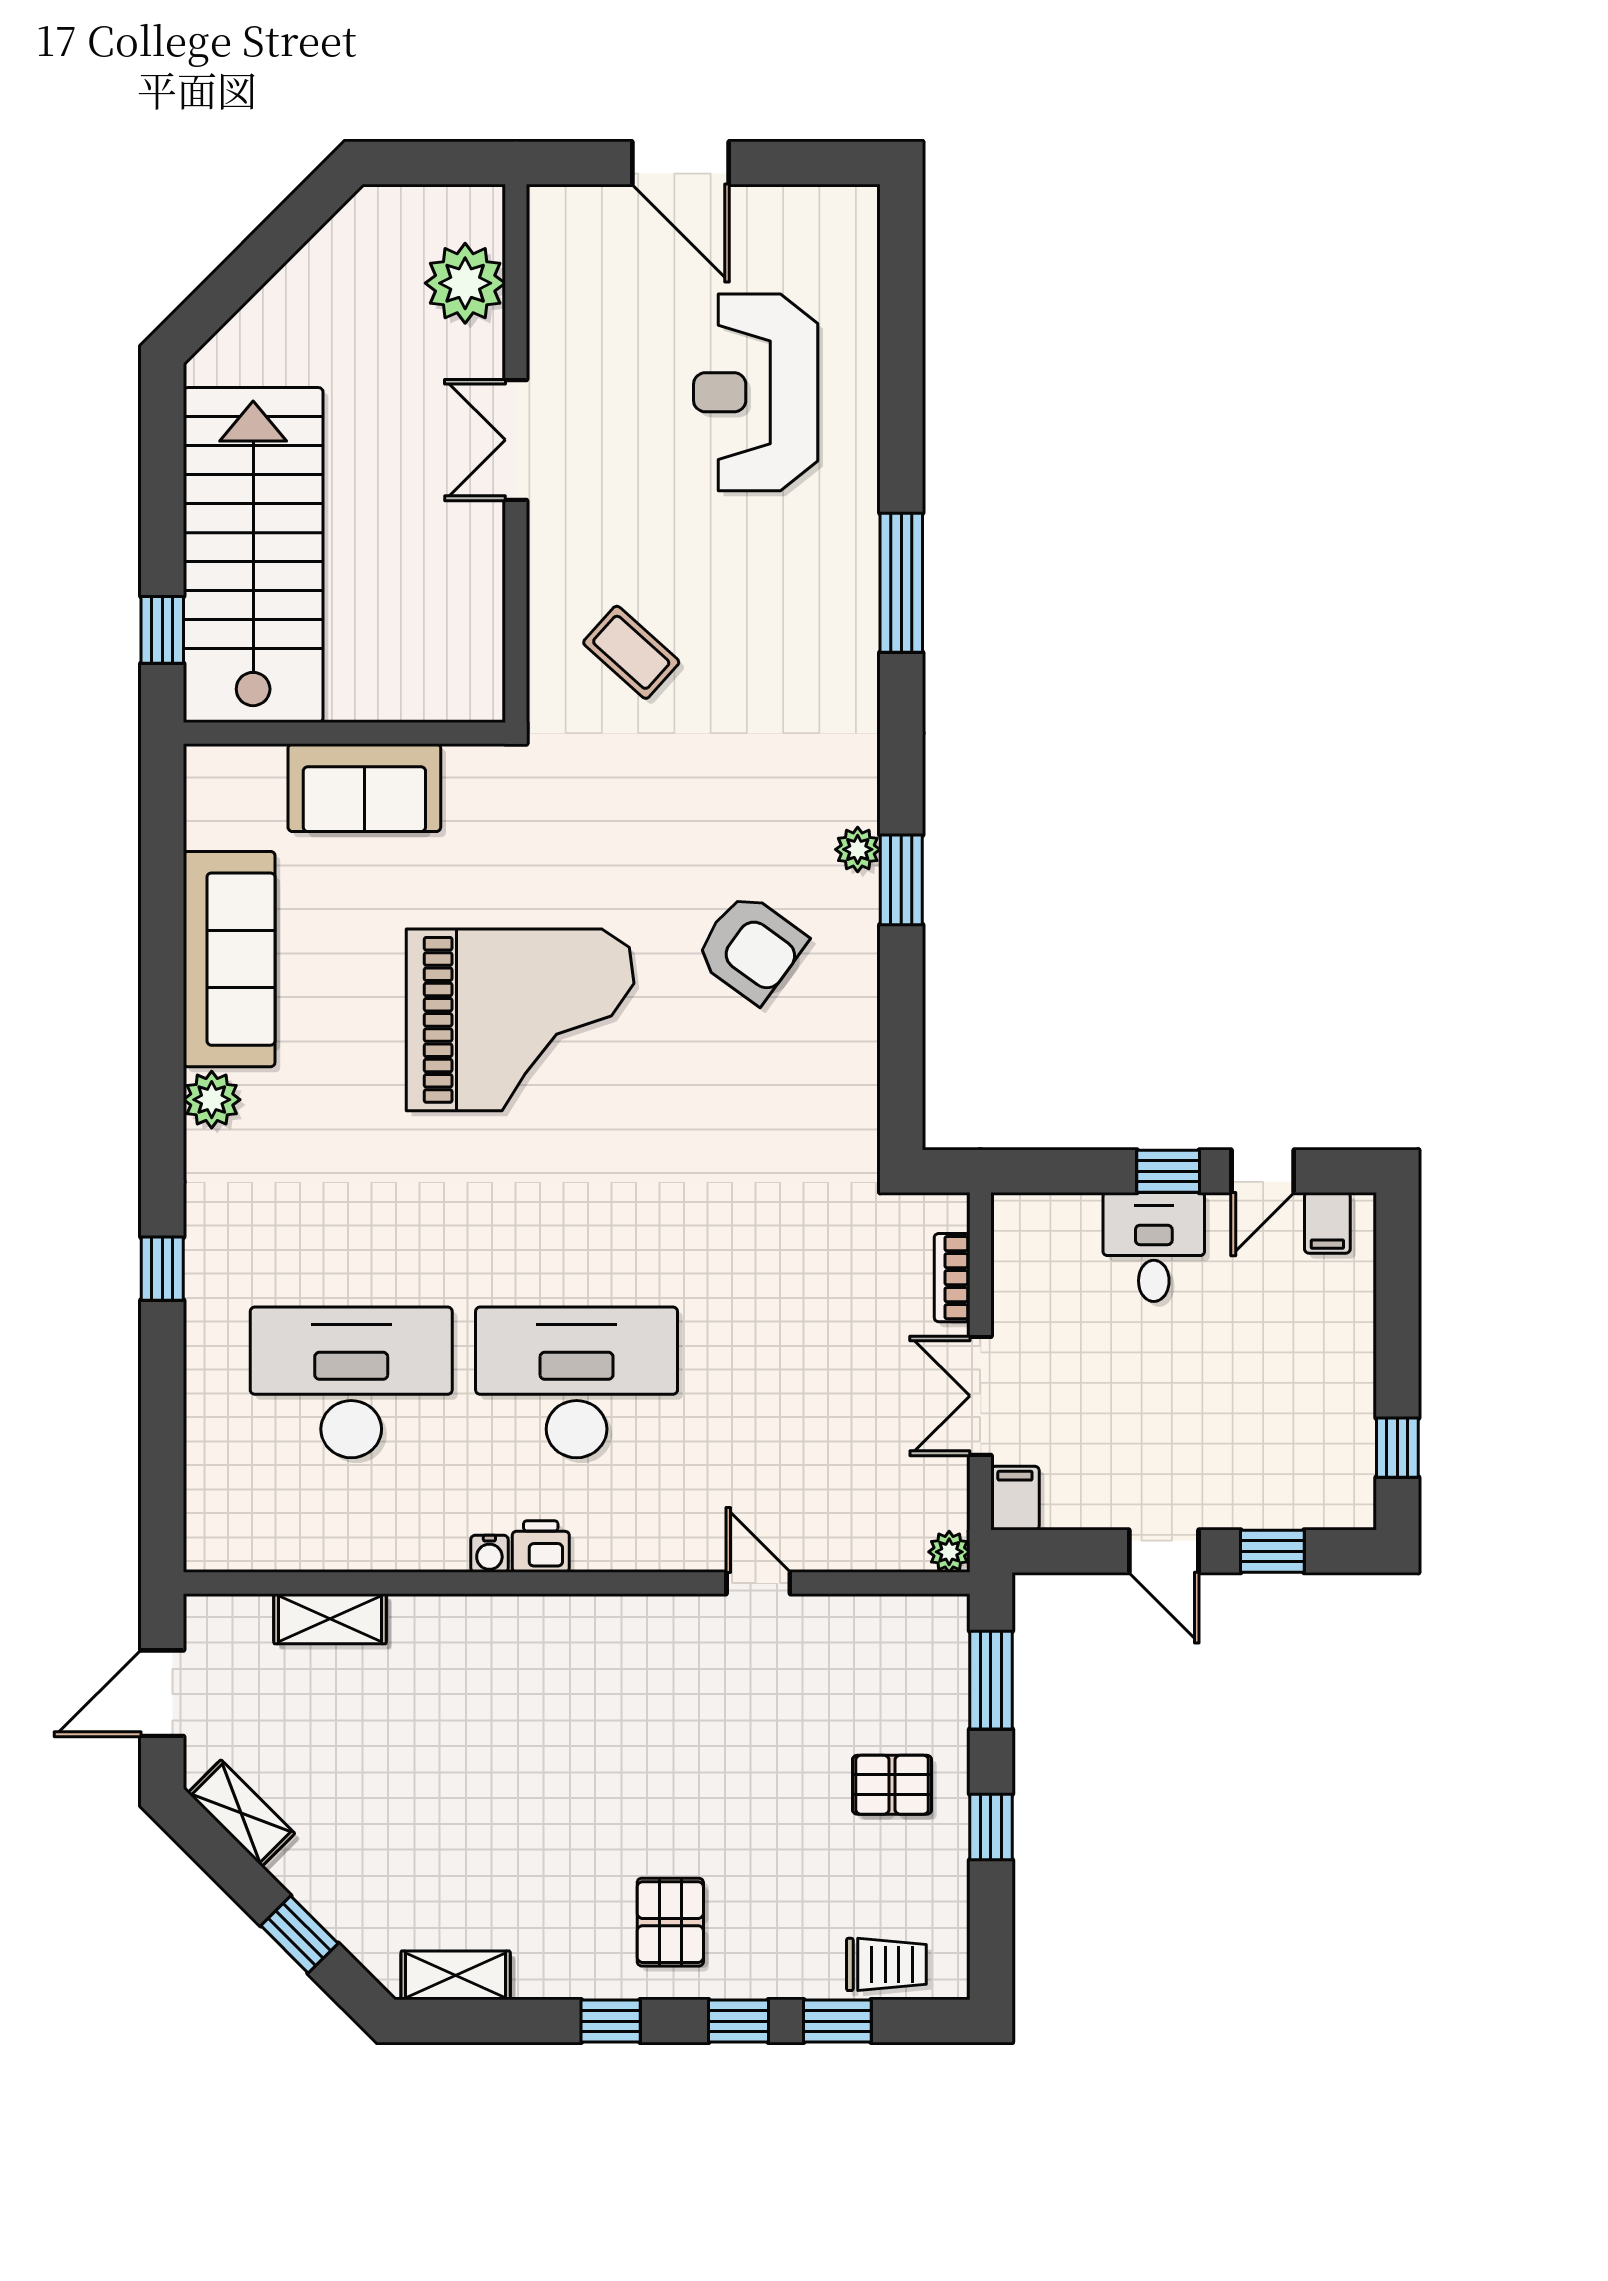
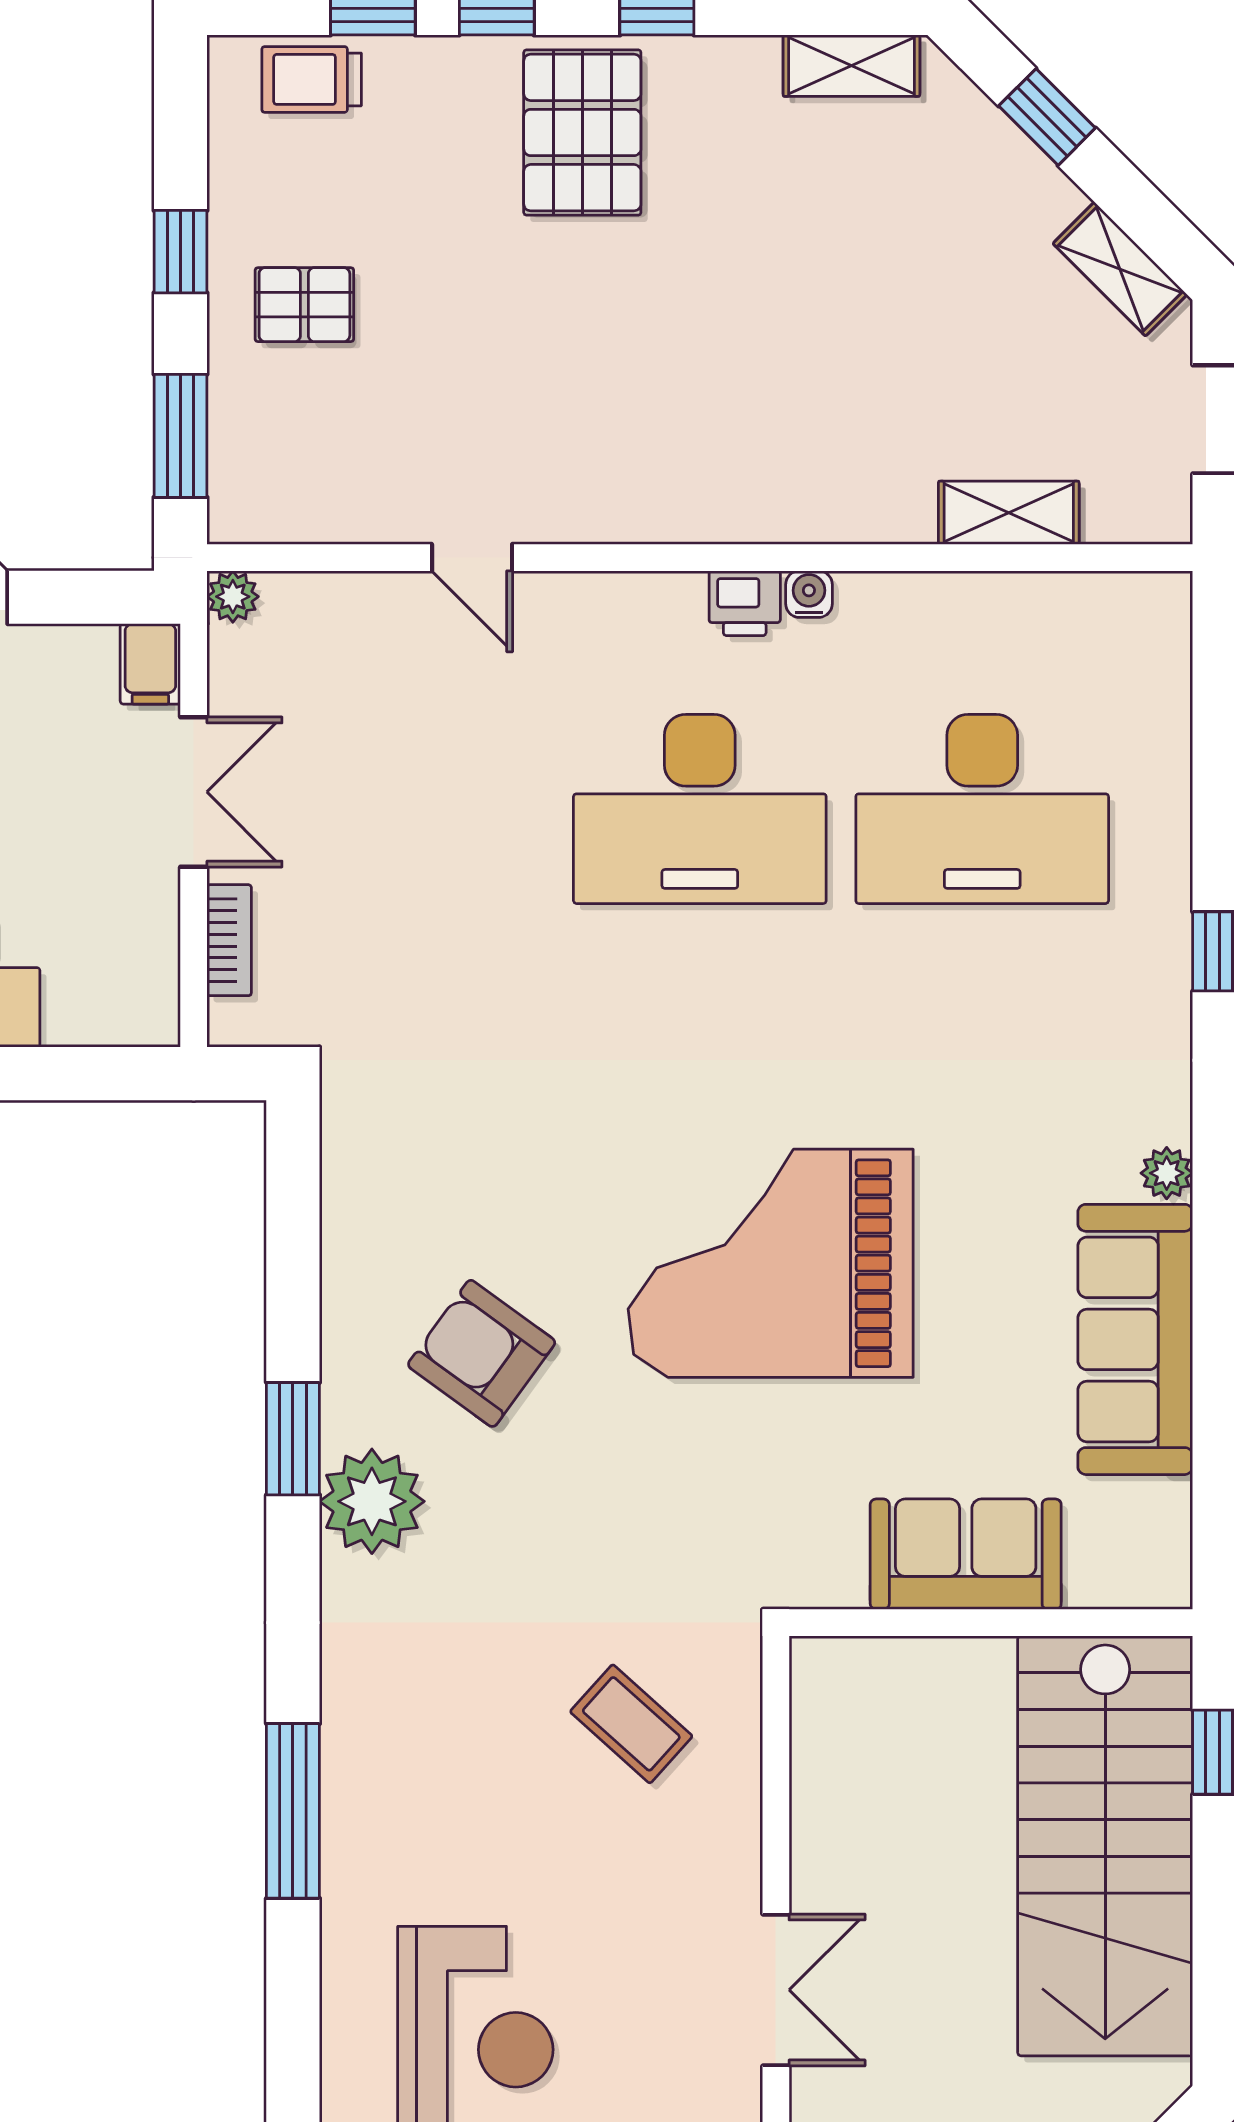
plant: (858, 849) -> (372, 1501), width x1.87, depth x1.87
plant: (212, 1100) -> (1167, 1173), width x0.73, depth x0.73
pallet: (670, 1922) -> (582, 133), width x1.50, depth x1.42

